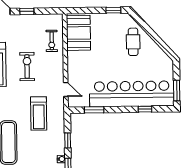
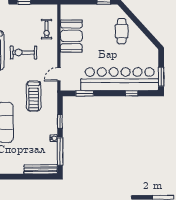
booth: (78, 33) -> (71, 36), moved
exercise bike: (27, 67) -> (24, 53), turned -90
door: (66, 90) -> (59, 74), swing flipped

